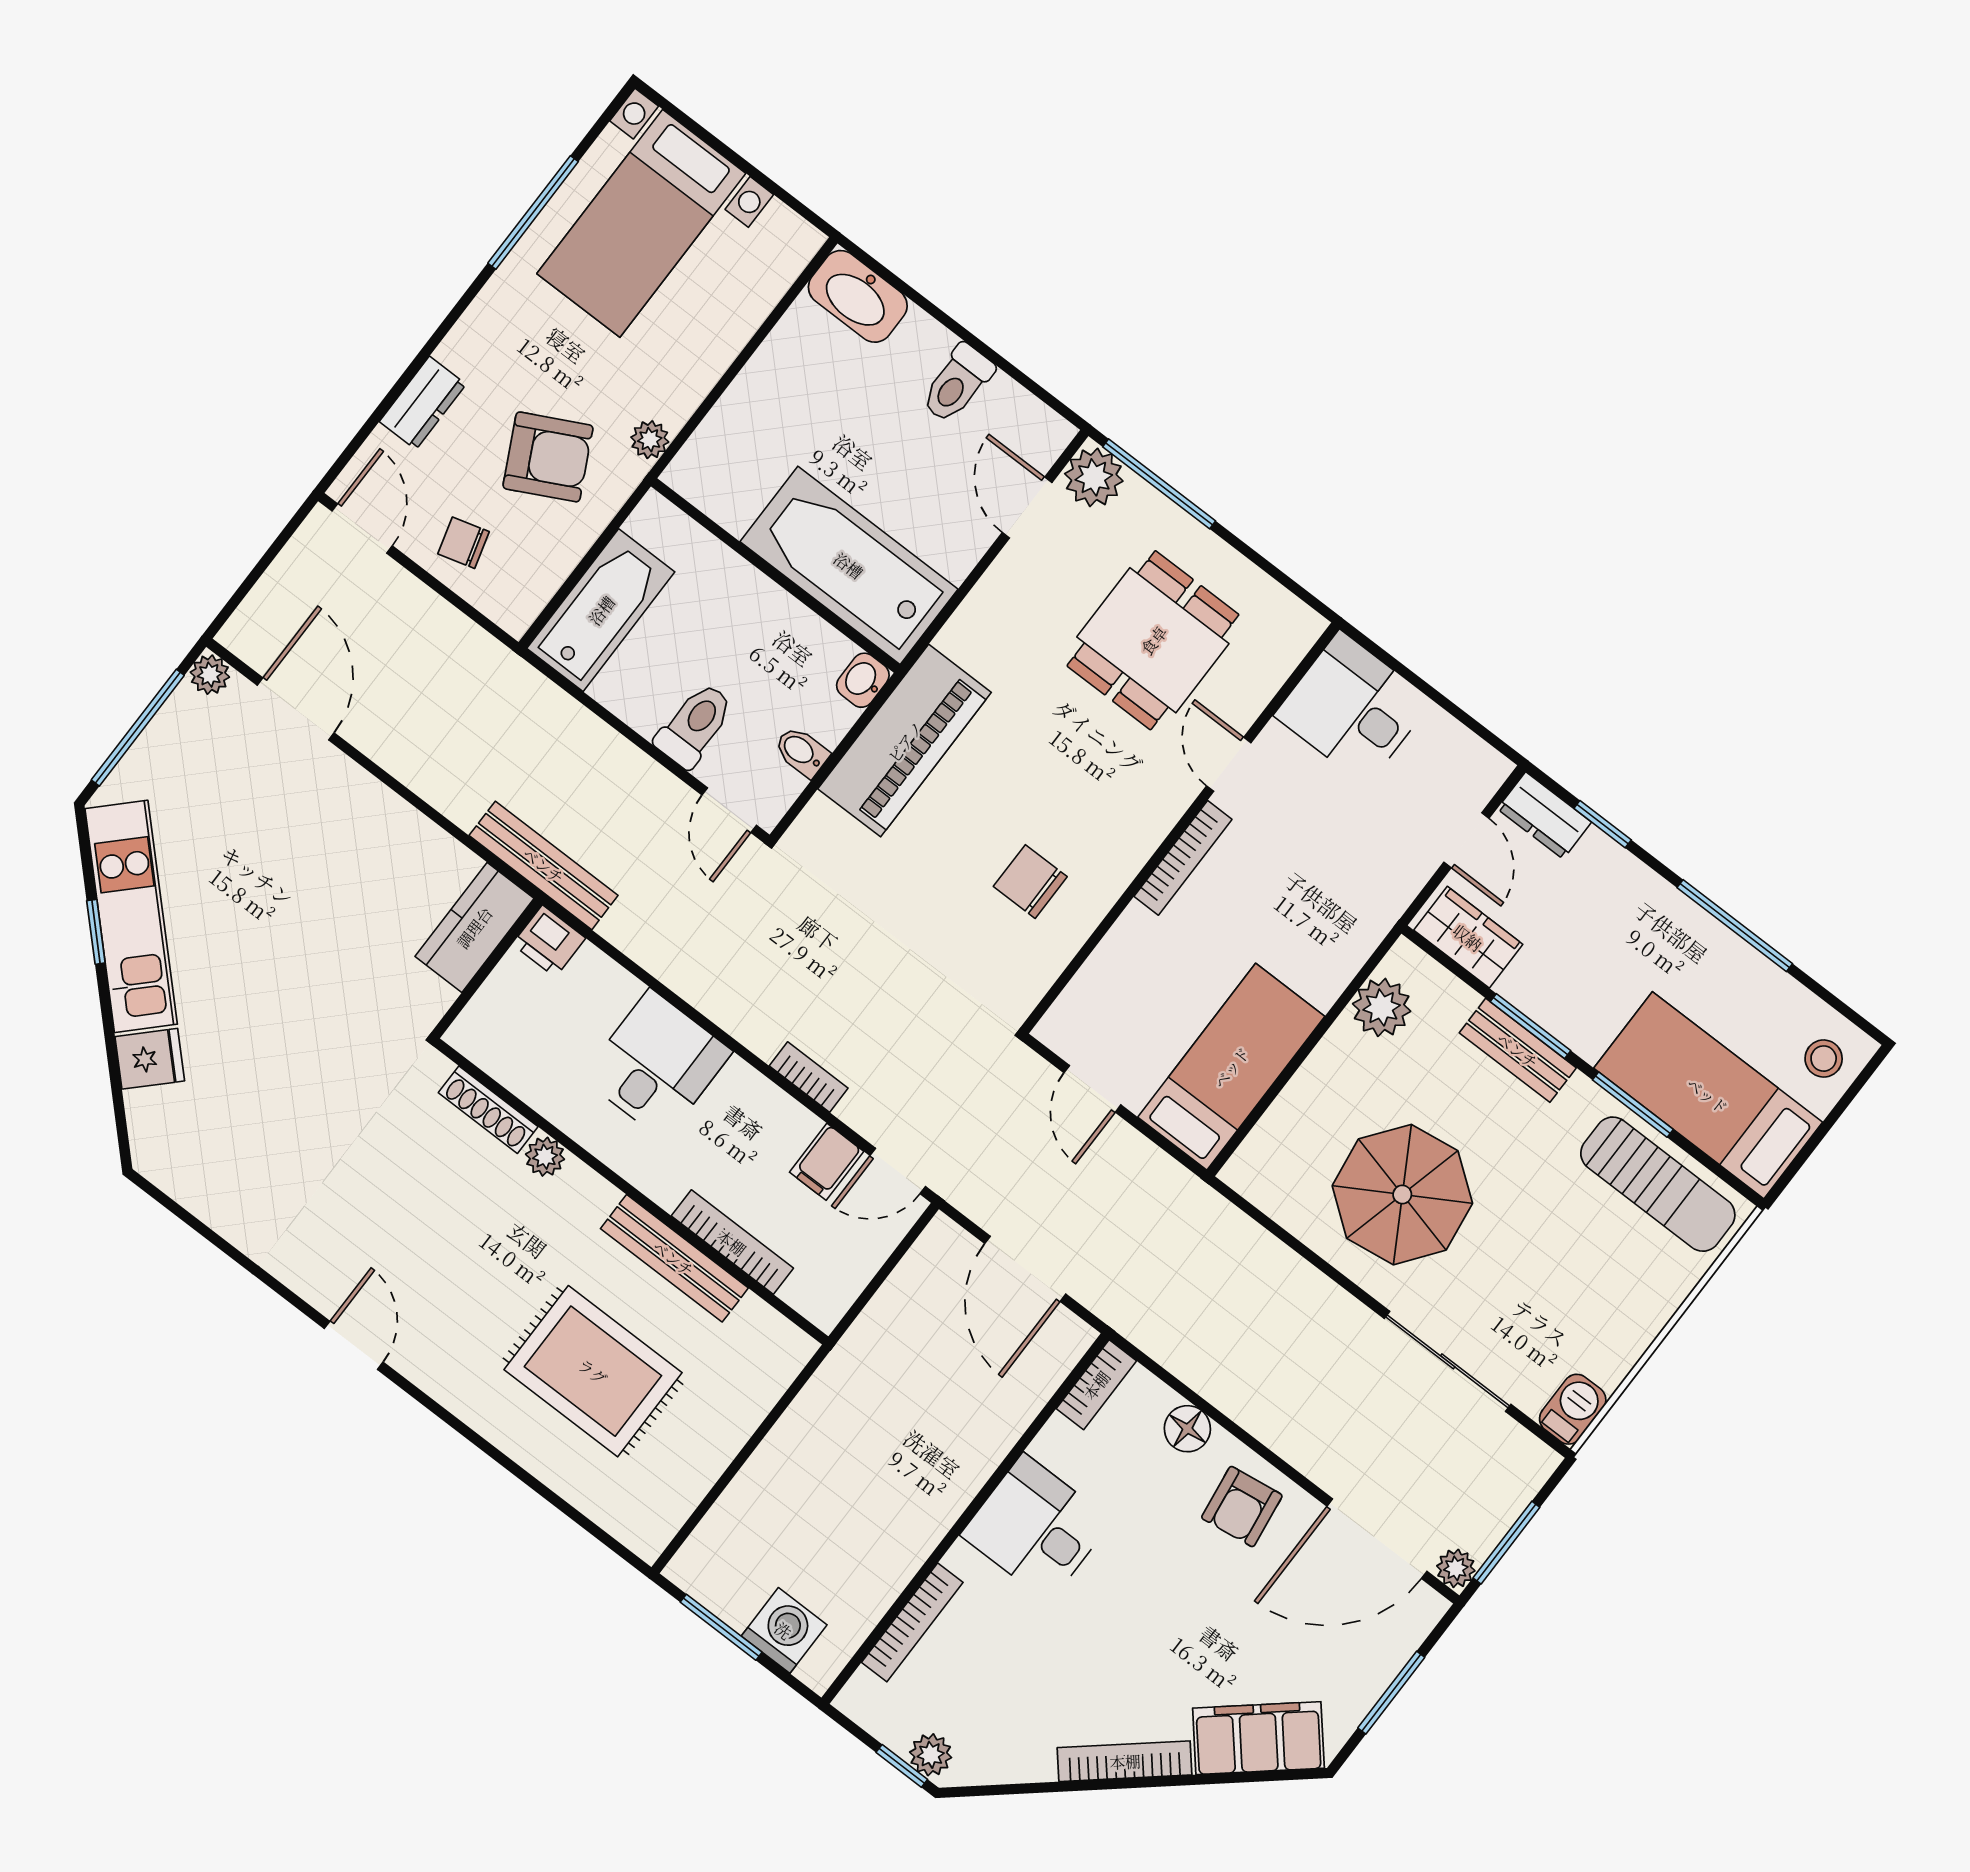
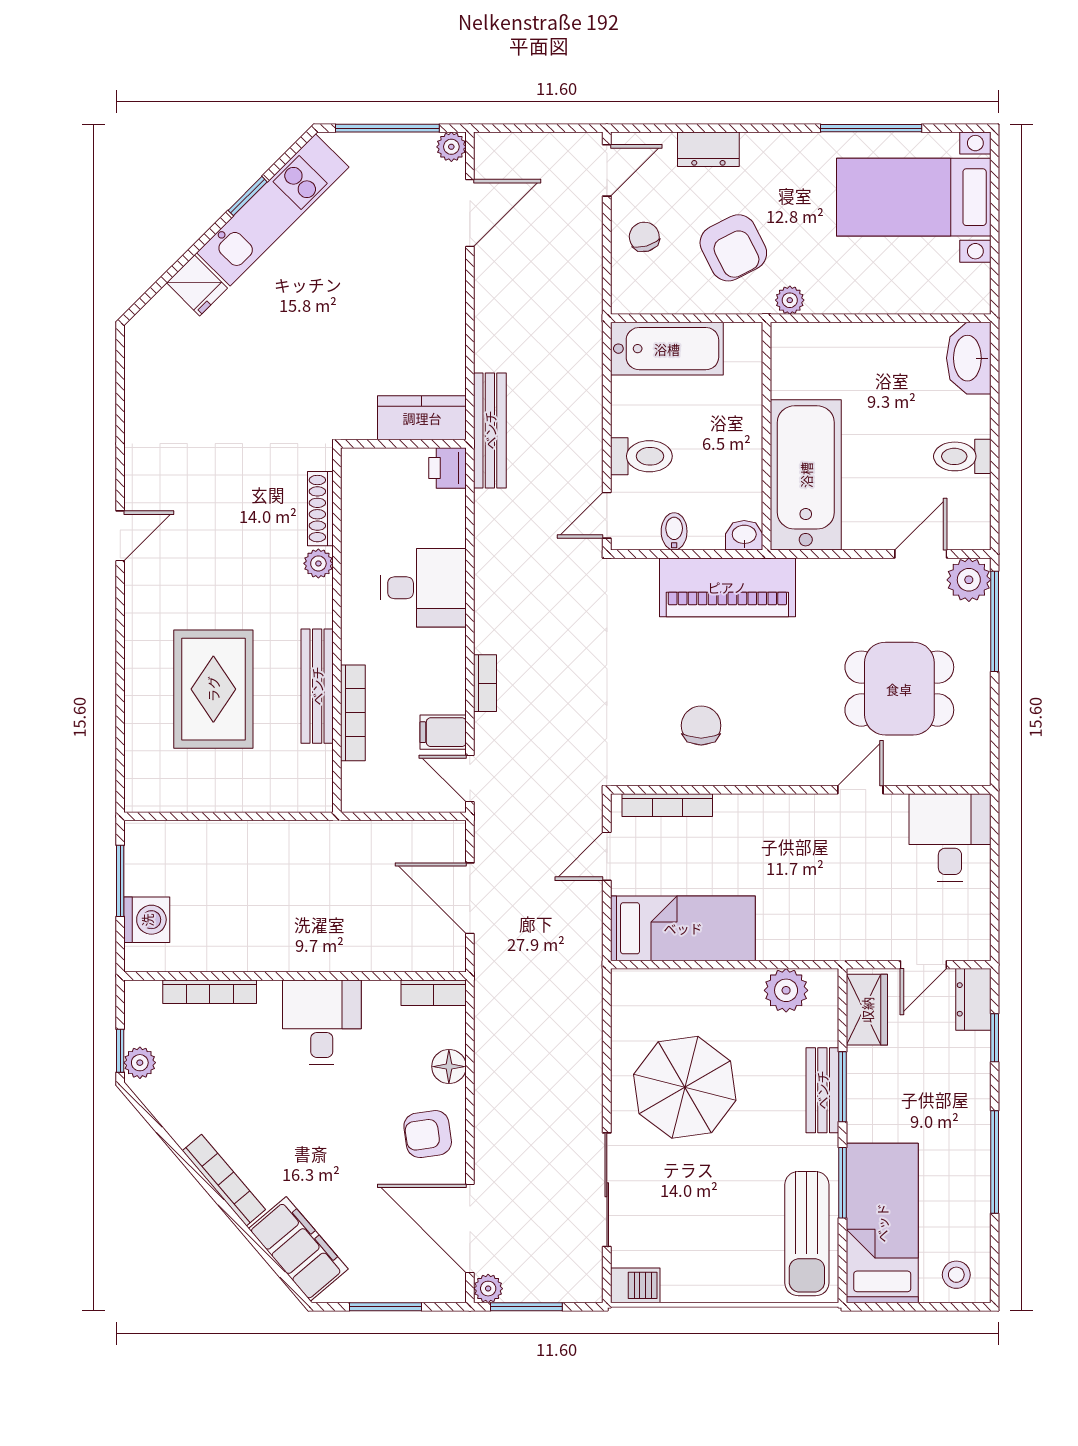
bookcase: (1183, 858) -> (667, 805), moved
door: (1025, 1269) -> (470, 898), hinge flipped

